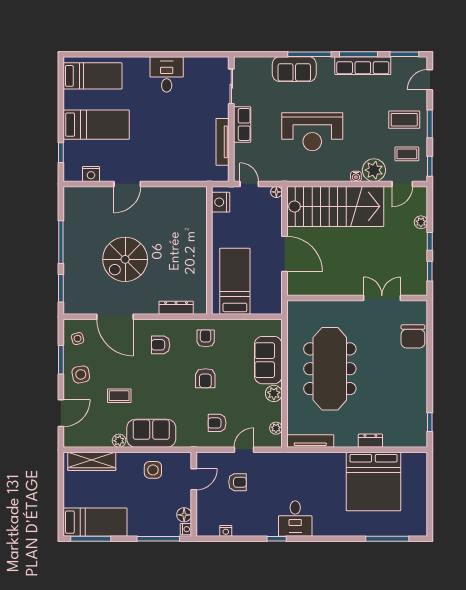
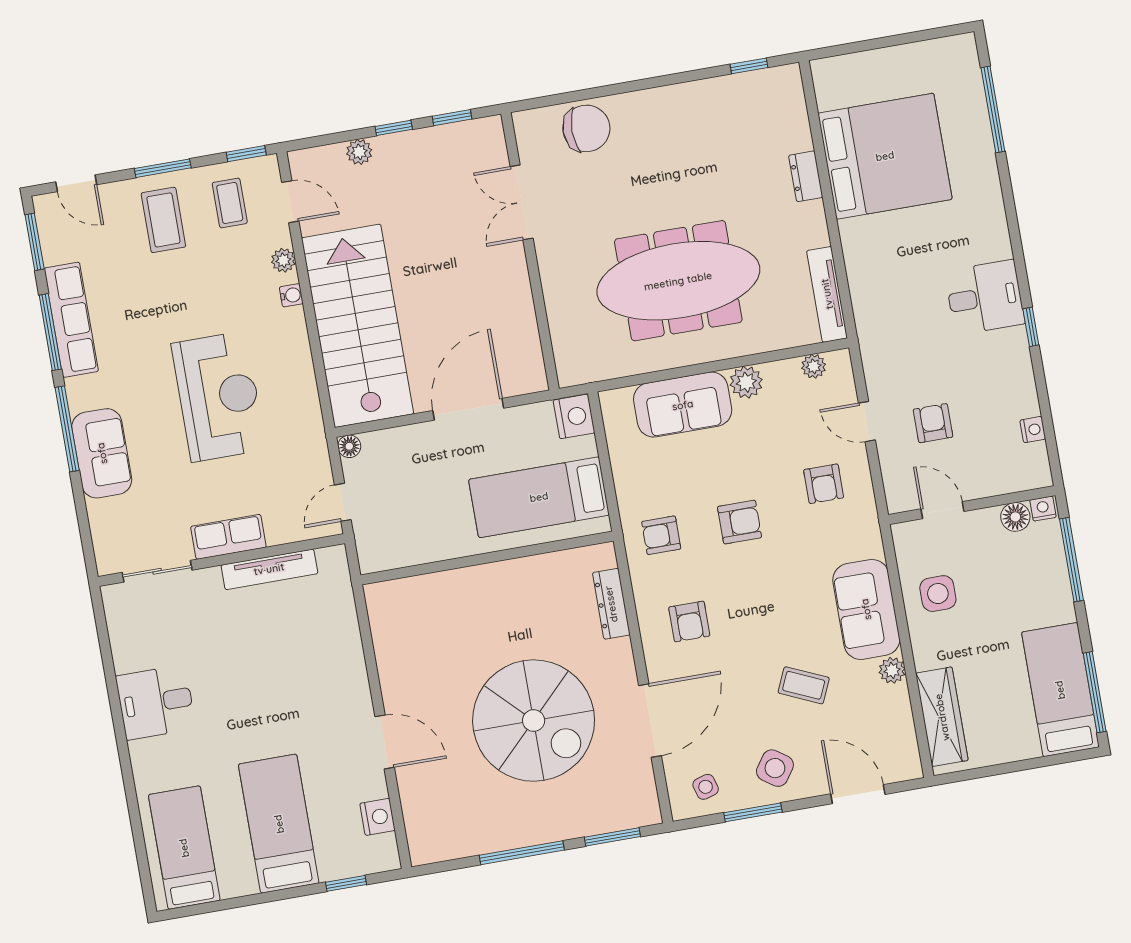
plant: (374, 170) -> (283, 260), width x0.53, depth x0.53
nightstand: (221, 202) -> (574, 416), moved, turned -90
spiral stairs: (125, 259) -> (534, 721), width x1.37, depth x1.37
side table: (81, 374) -> (775, 768), turned 45
coffee table: (119, 396) -> (804, 685), turned -66

